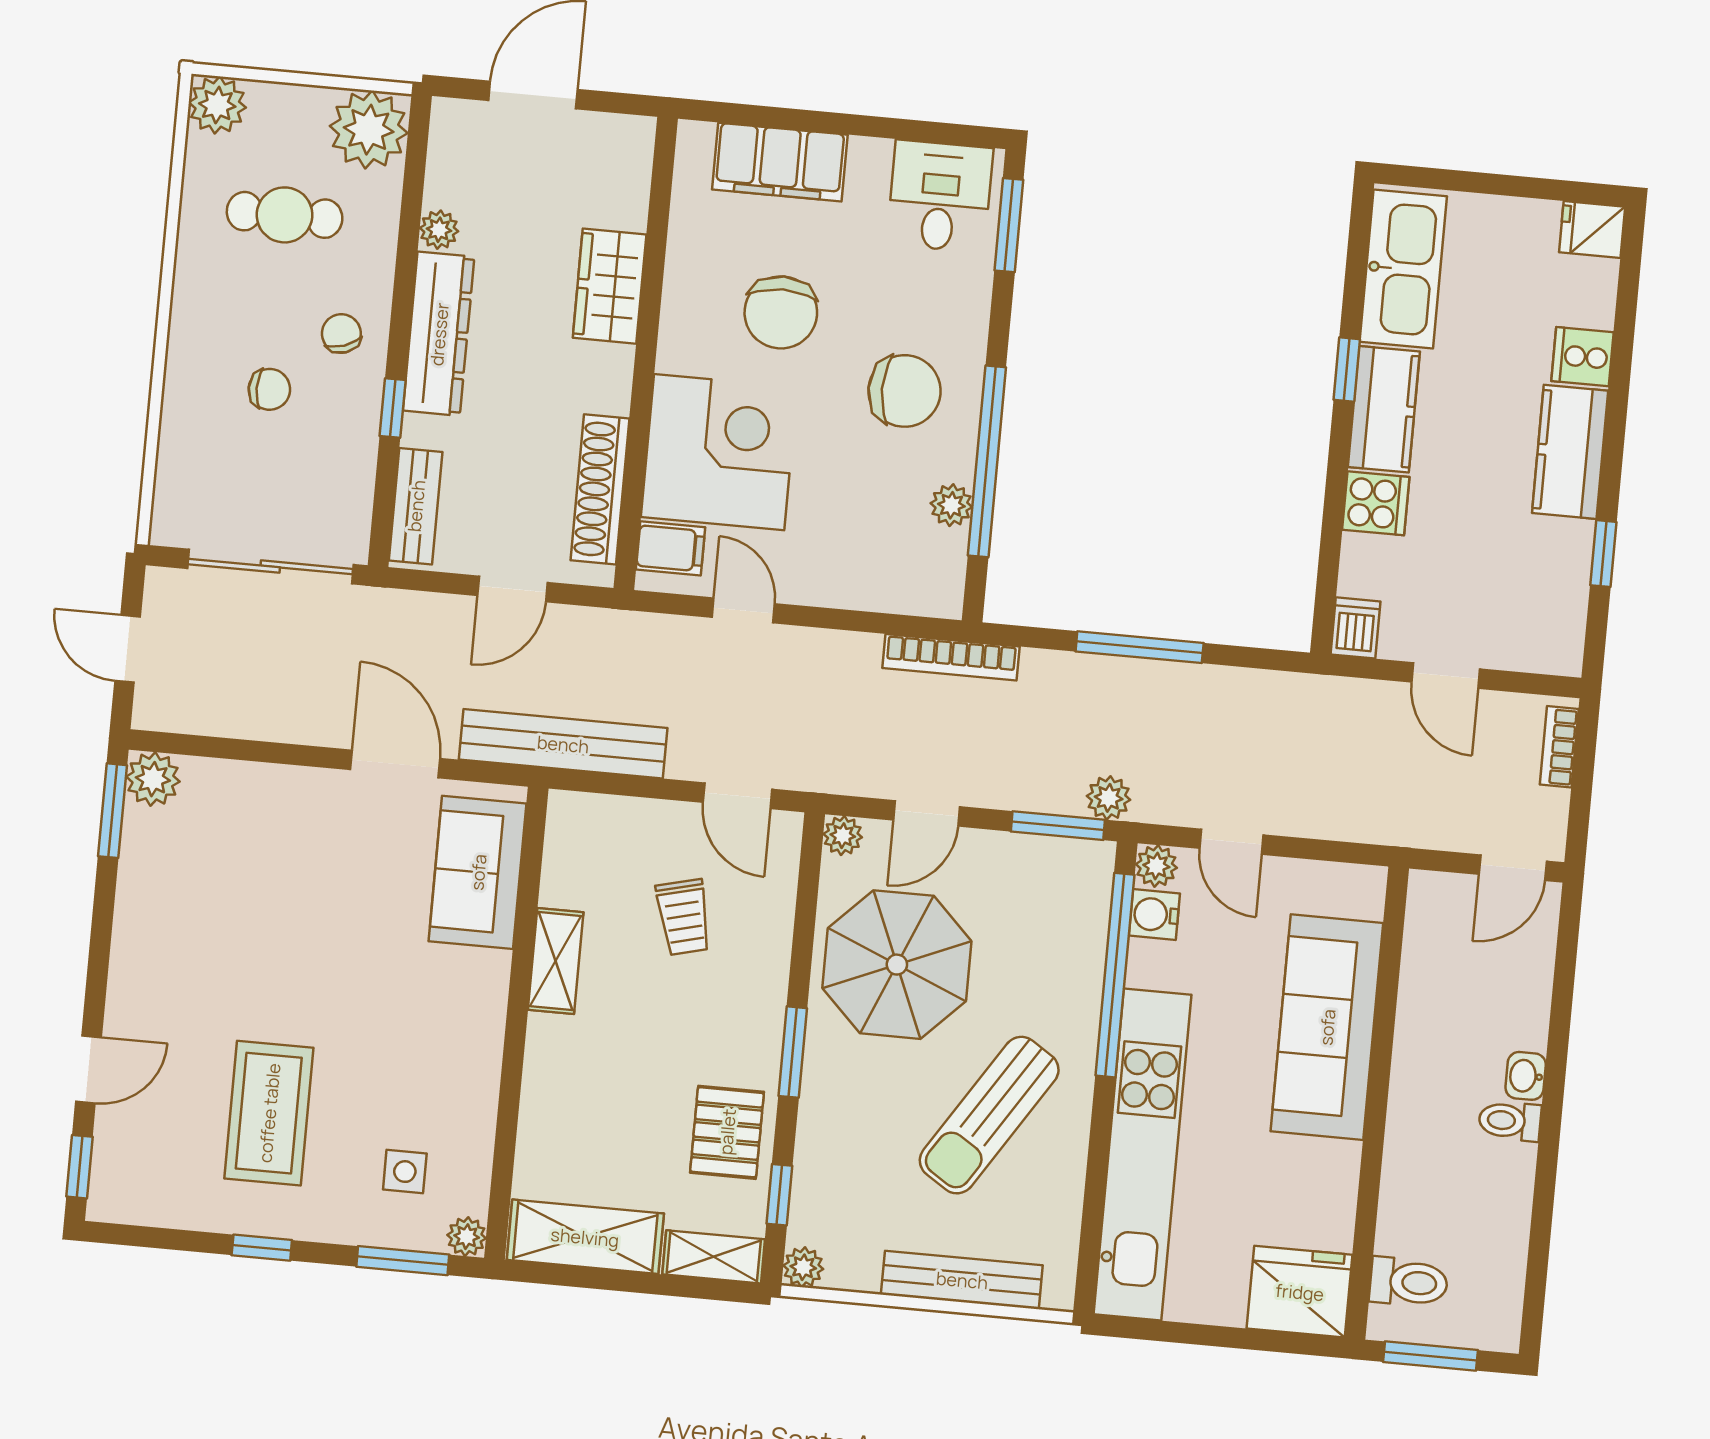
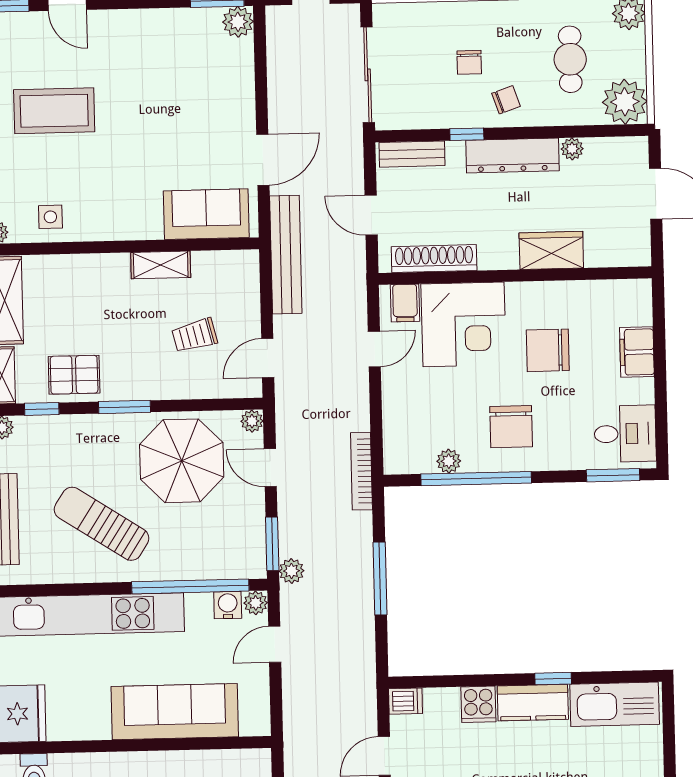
filing cabinet: (780, 162) -> (637, 352), width x0.67, depth x0.86
side table: (405, 1172) -> (50, 217), moved

